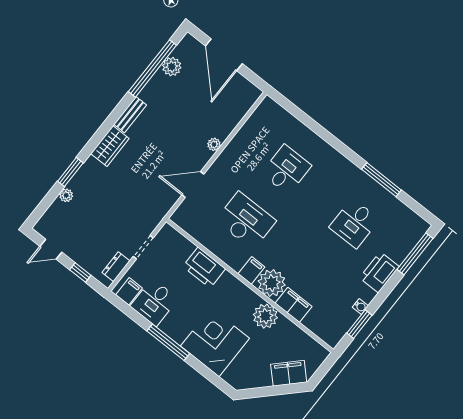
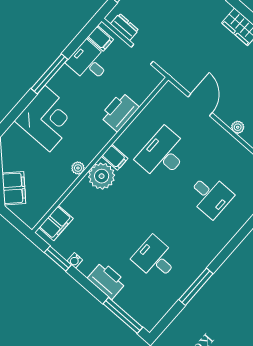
desk: (246, 221) -> (163, 154), turned 180
filing cabinet: (294, 305) -> (56, 223), moved
plant: (265, 316) -> (78, 168), width x0.53, depth x0.53

